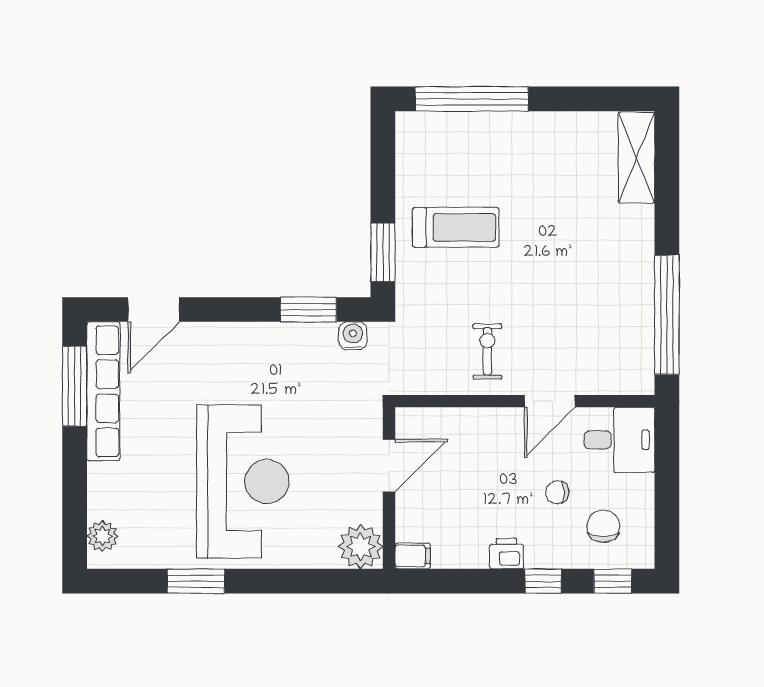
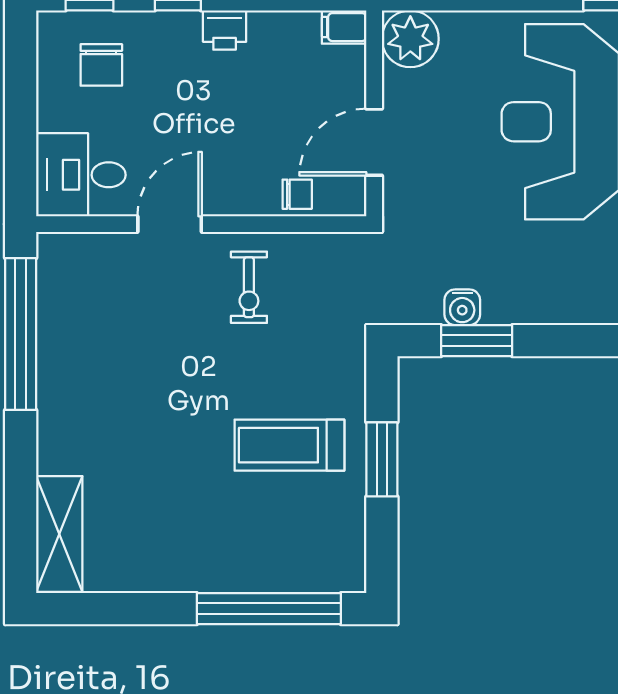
window: (383, 252) -> (382, 459), moved
water cooler: (353, 336) -> (462, 307), moved
chair: (557, 492) -> (297, 194), moved

